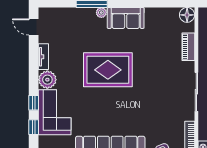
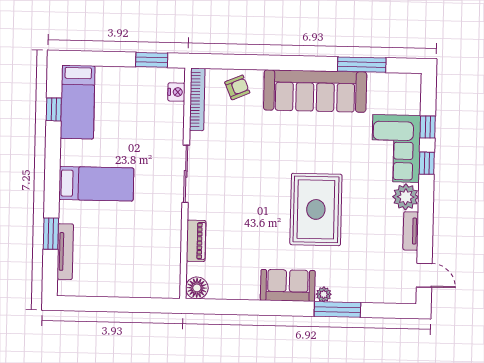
rug: (108, 70) -> (316, 209), turned 90

